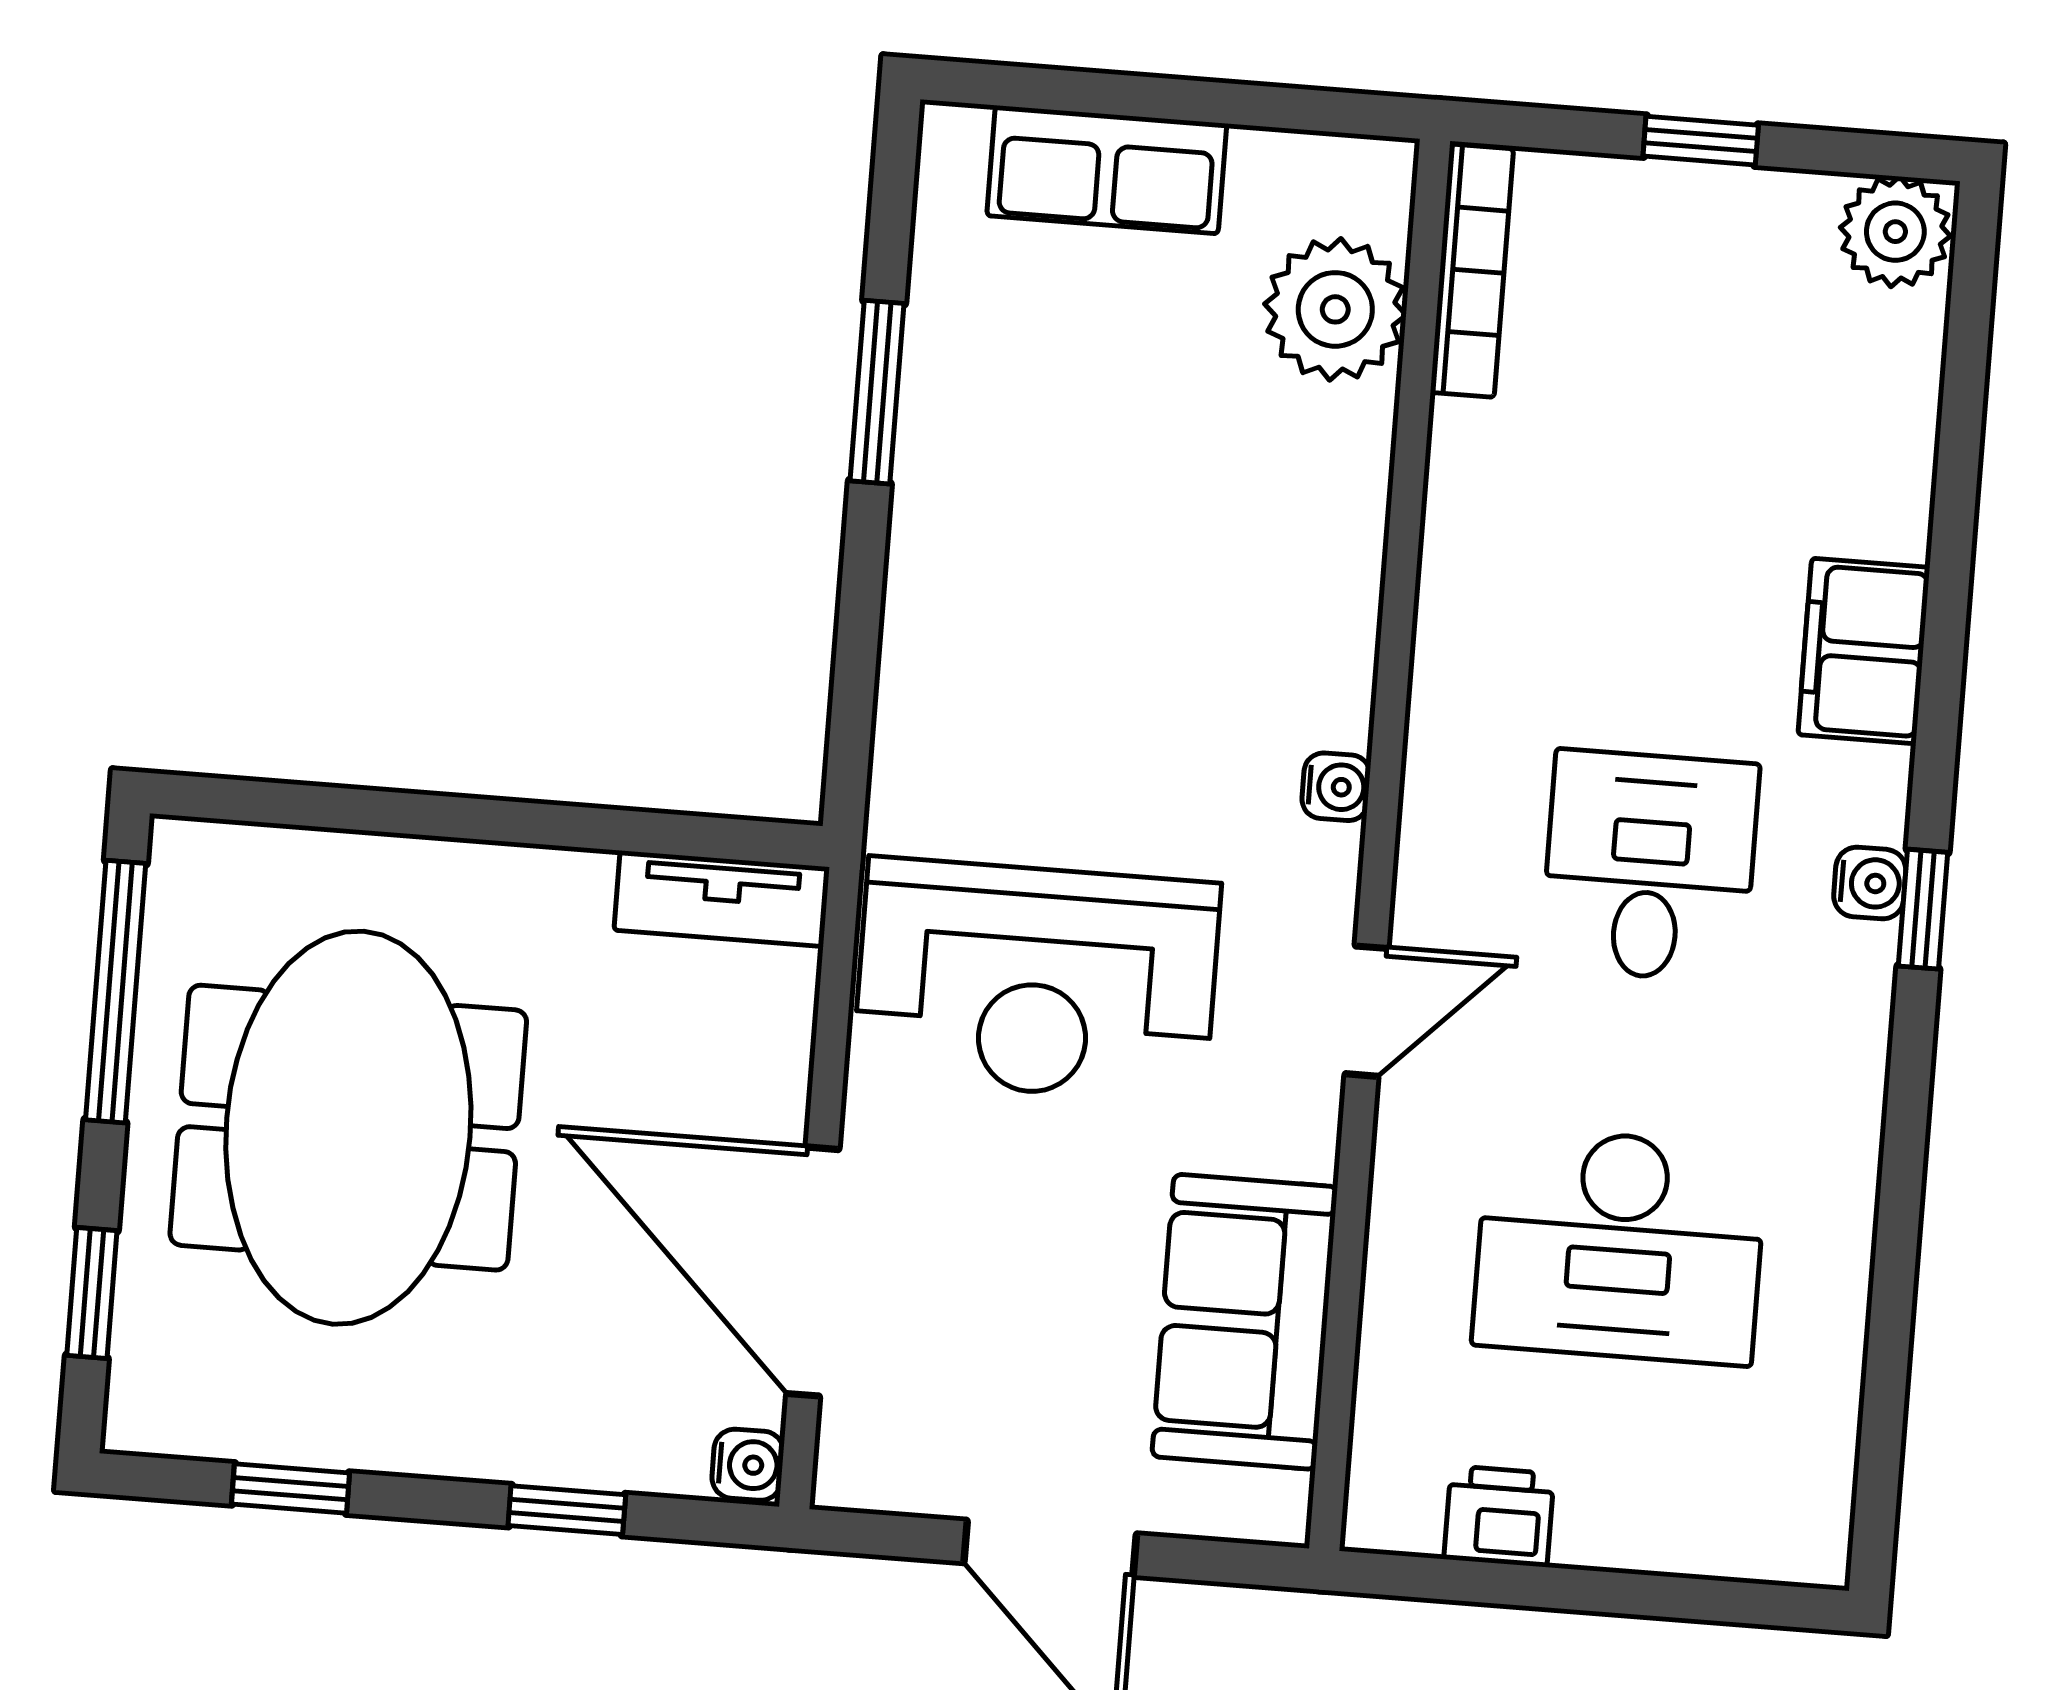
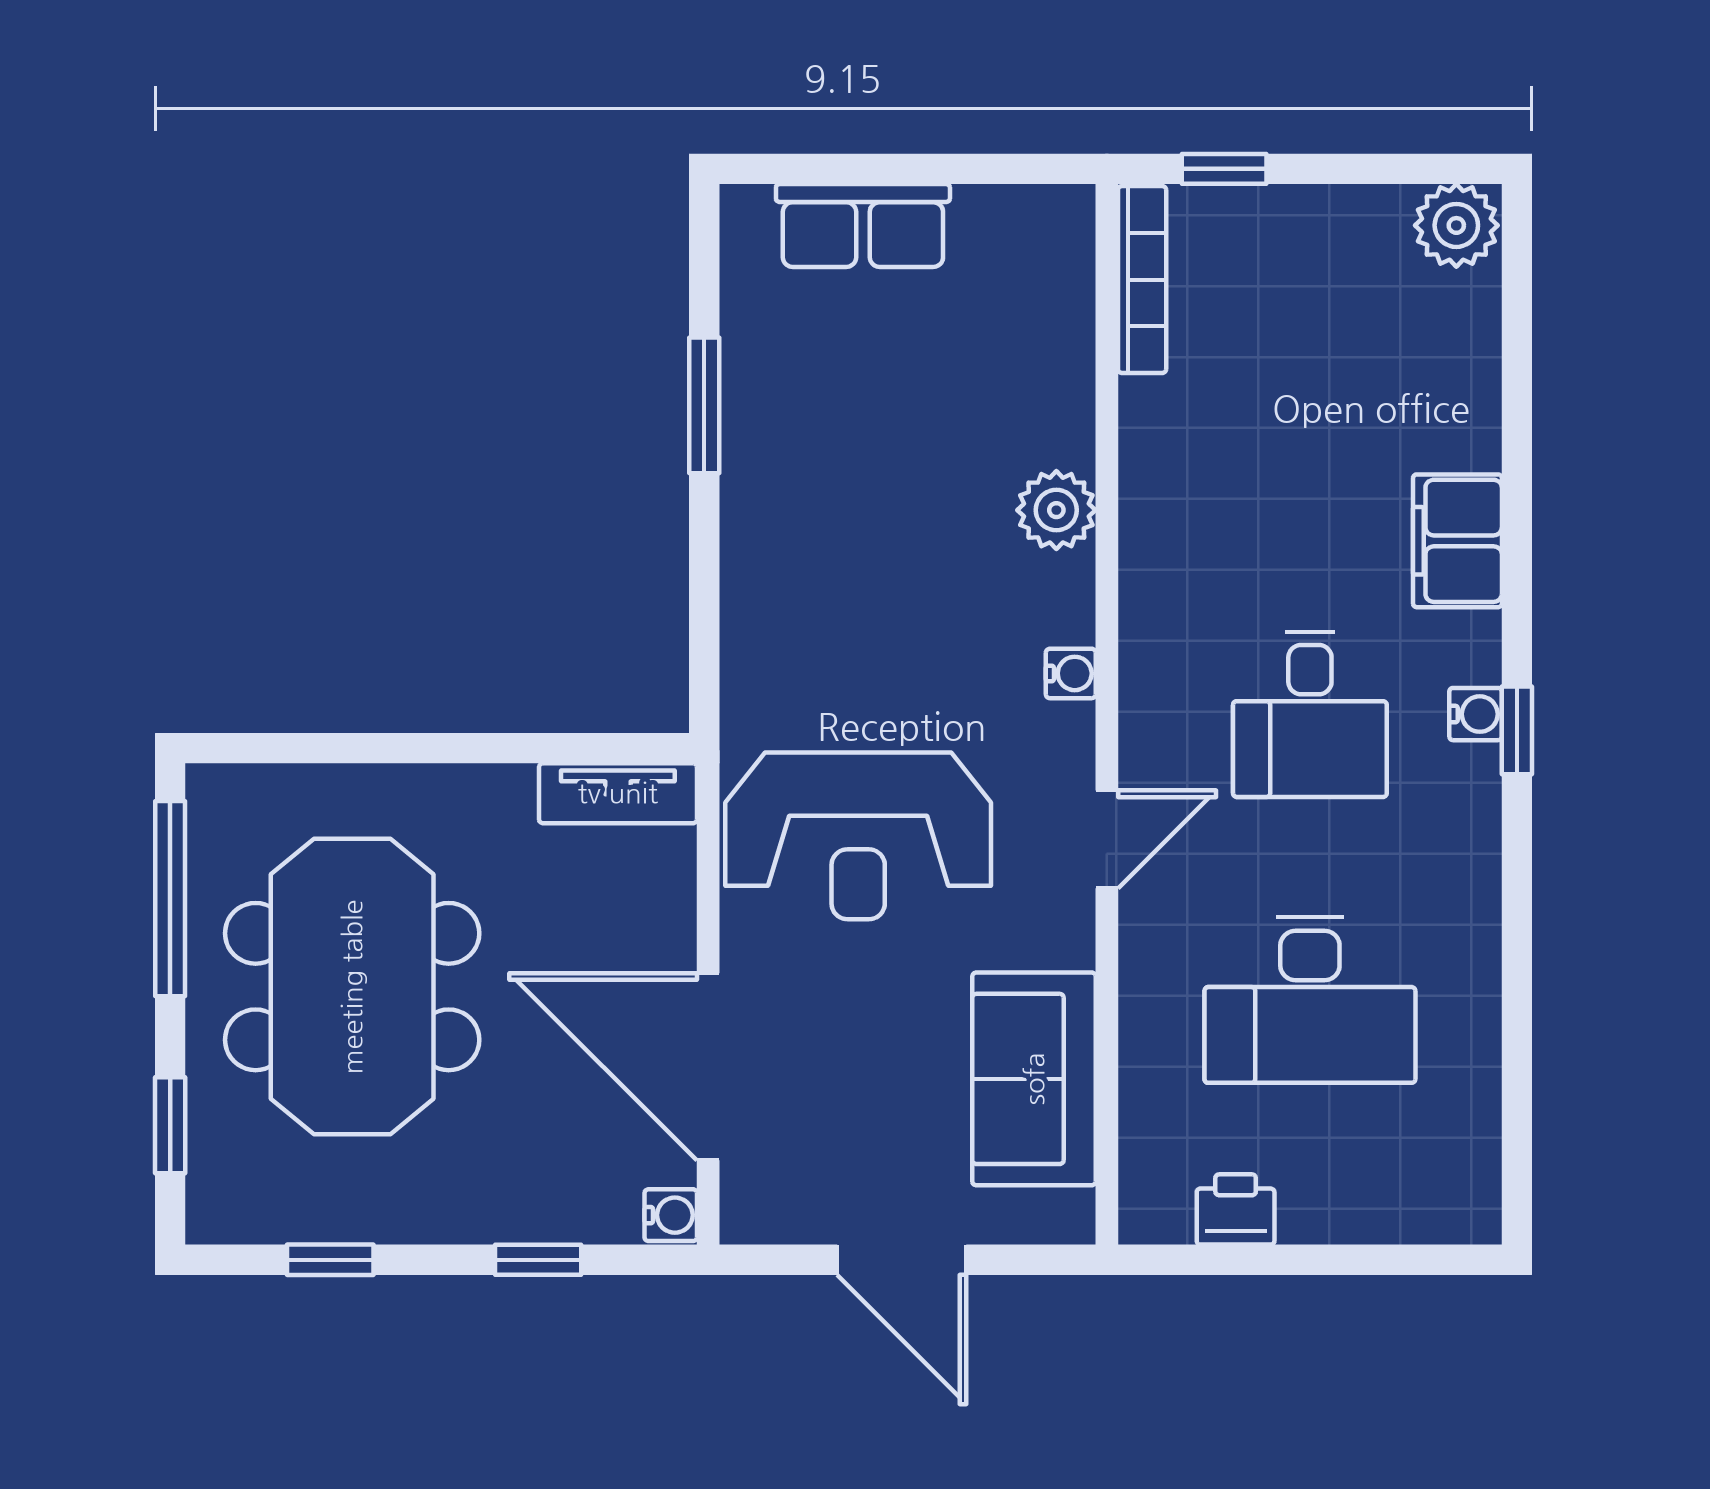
window: (1701, 141) -> (1224, 169), moved
plant: (1335, 309) -> (1056, 510), moved, width x0.73, depth x0.73
desk: (1650, 866) -> (1310, 714), turned 180

